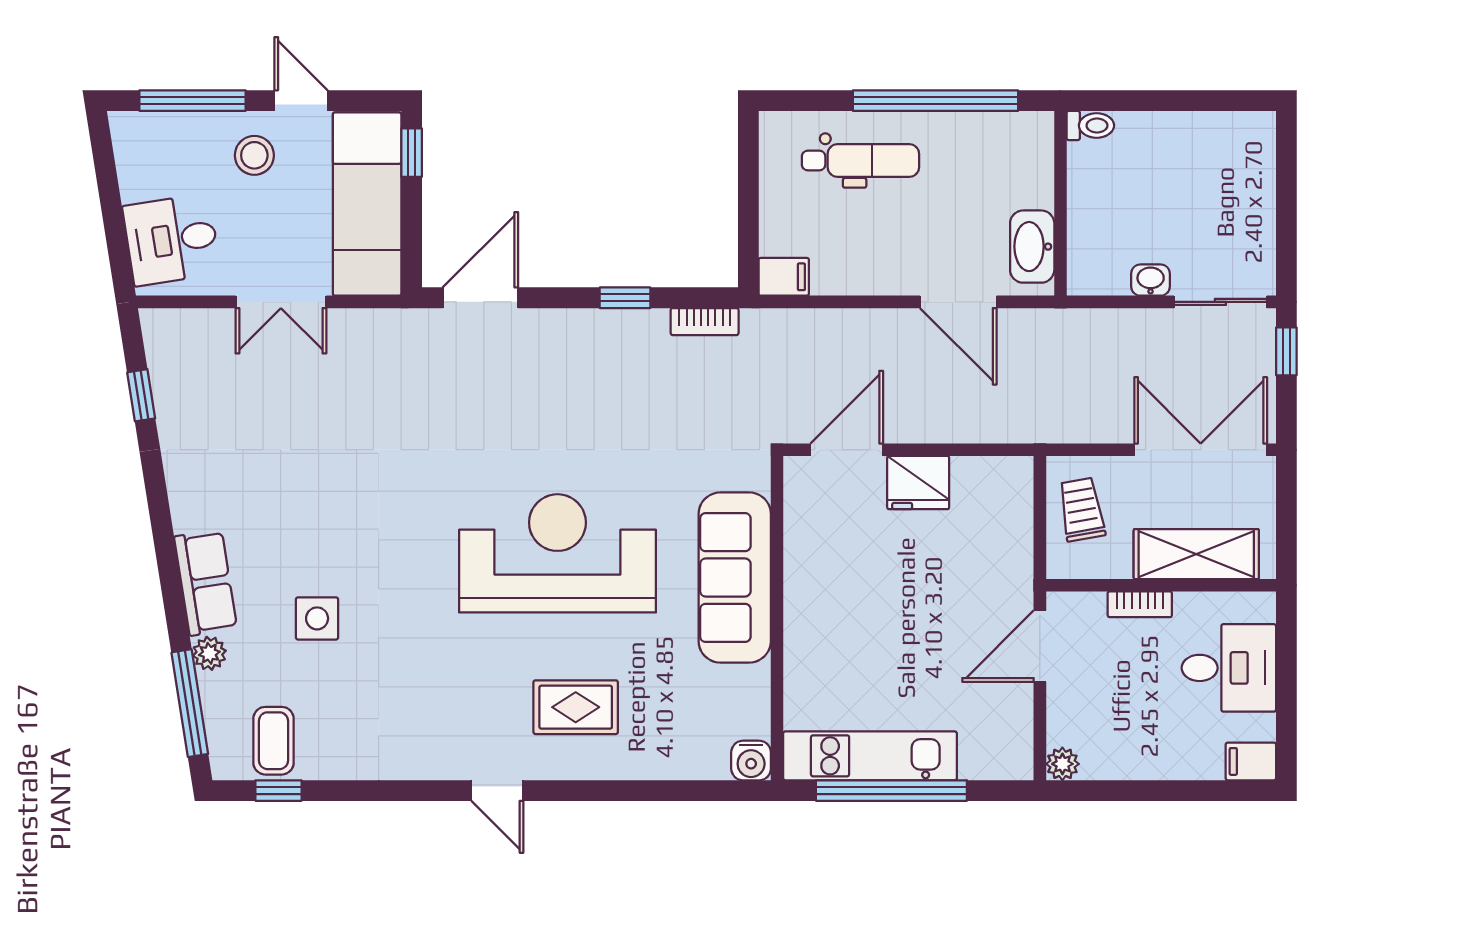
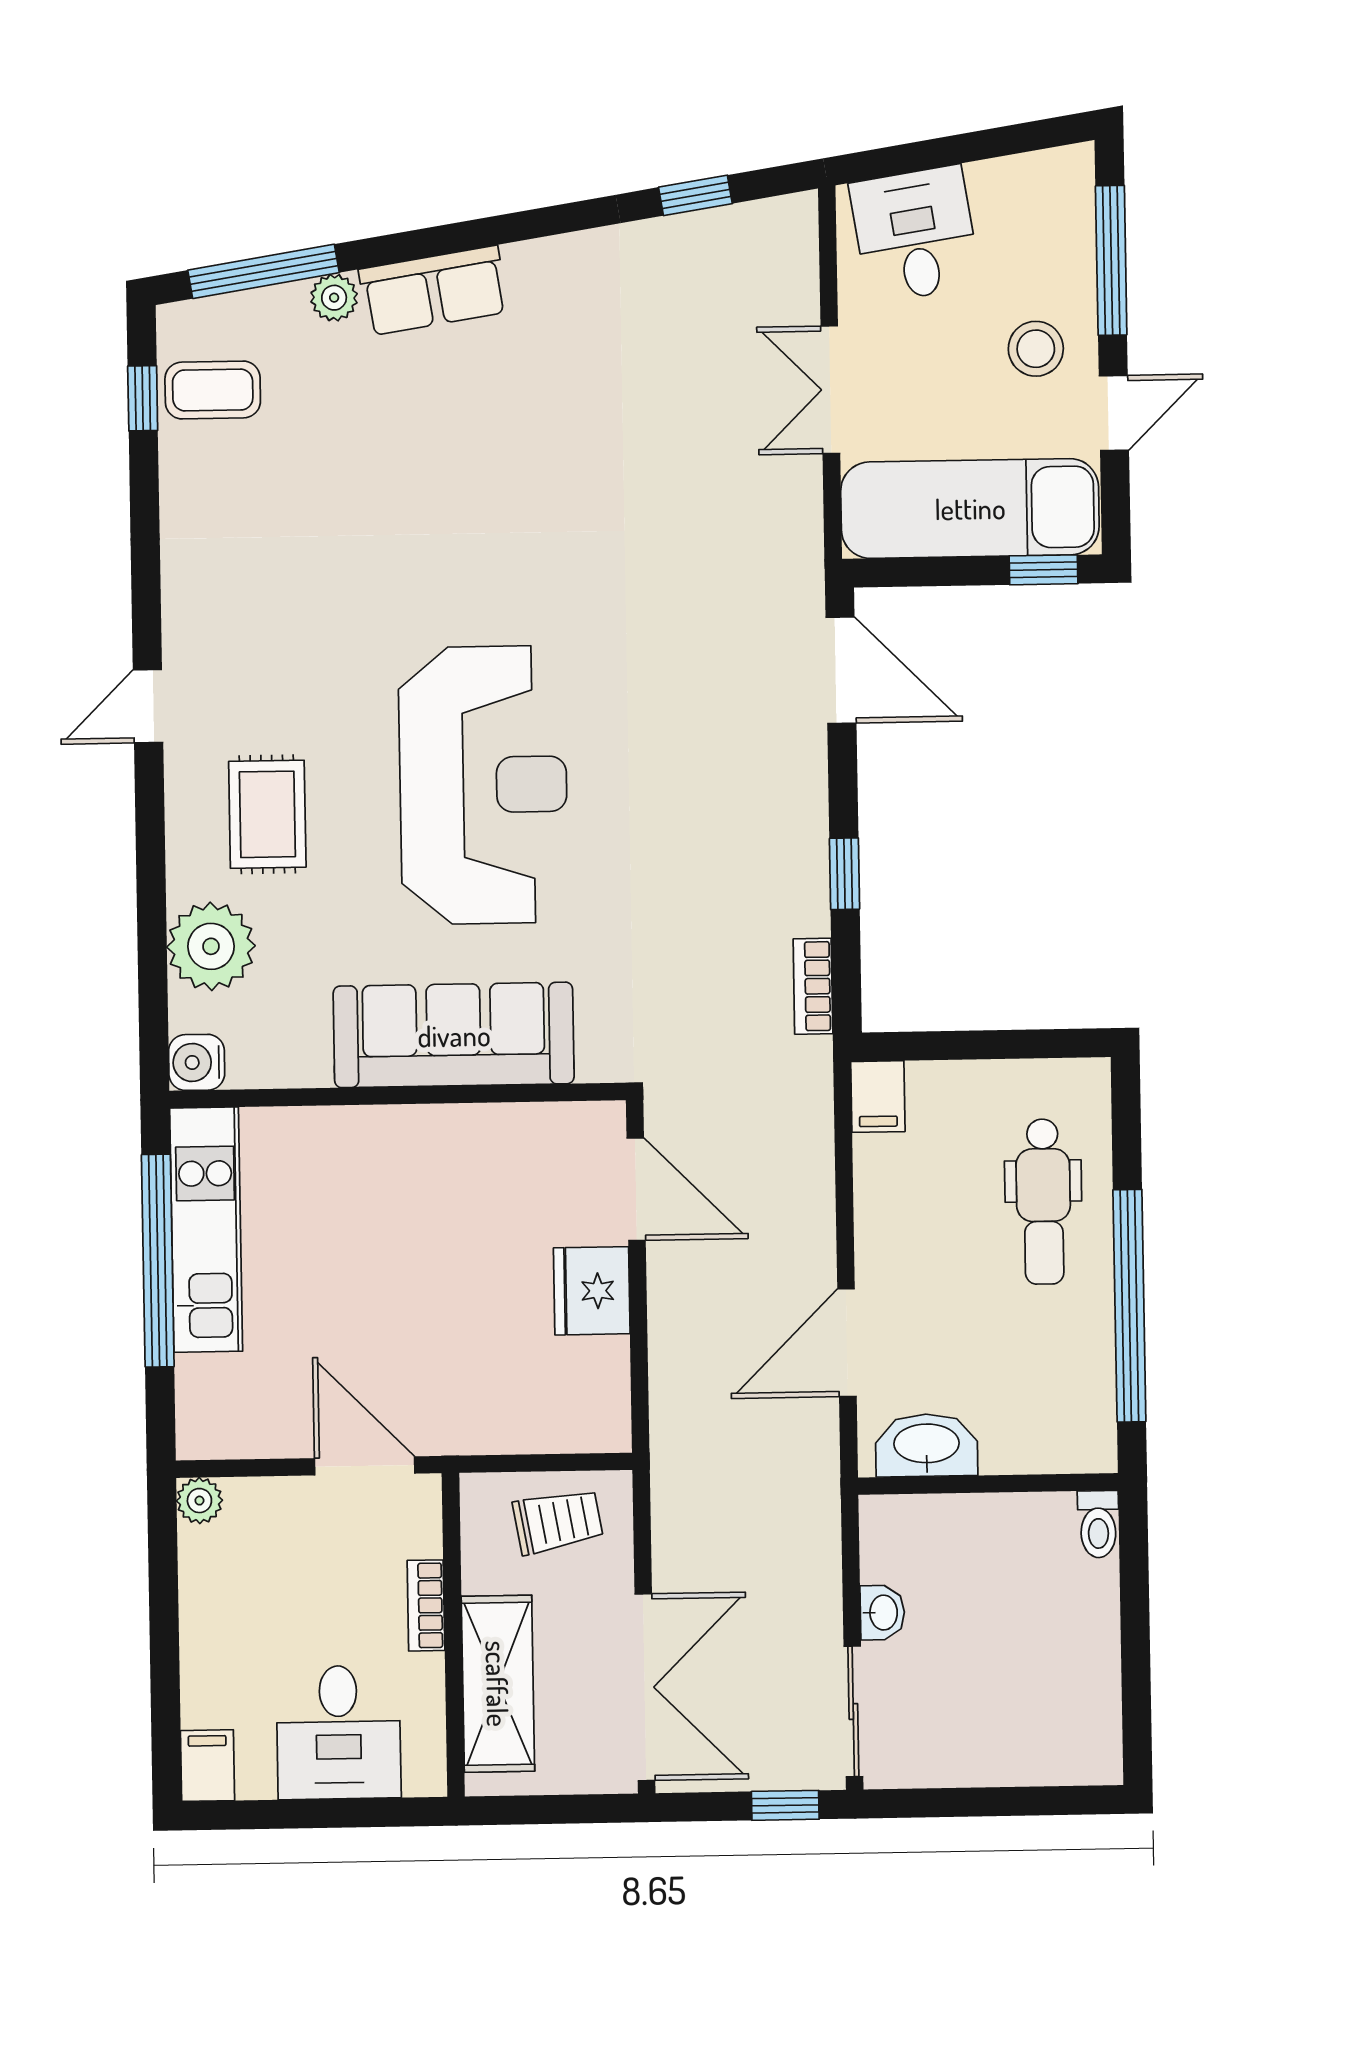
side table: (317, 618) -> (386, 448), removed
plant: (669, 749) -> (211, 946), added

